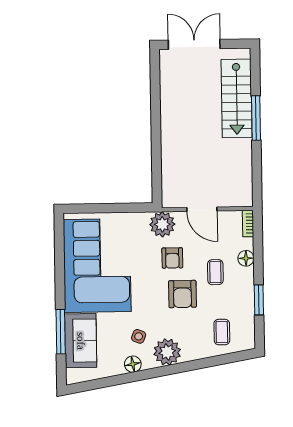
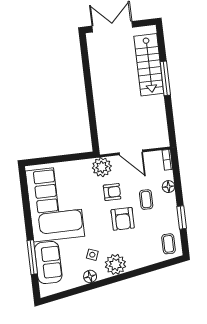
armchair: (172, 258) -> (112, 192), turned -90
coffee table: (222, 332) -> (169, 244), moved

